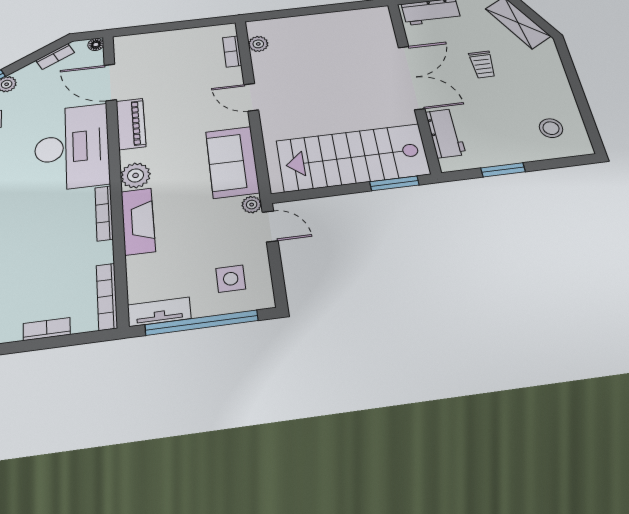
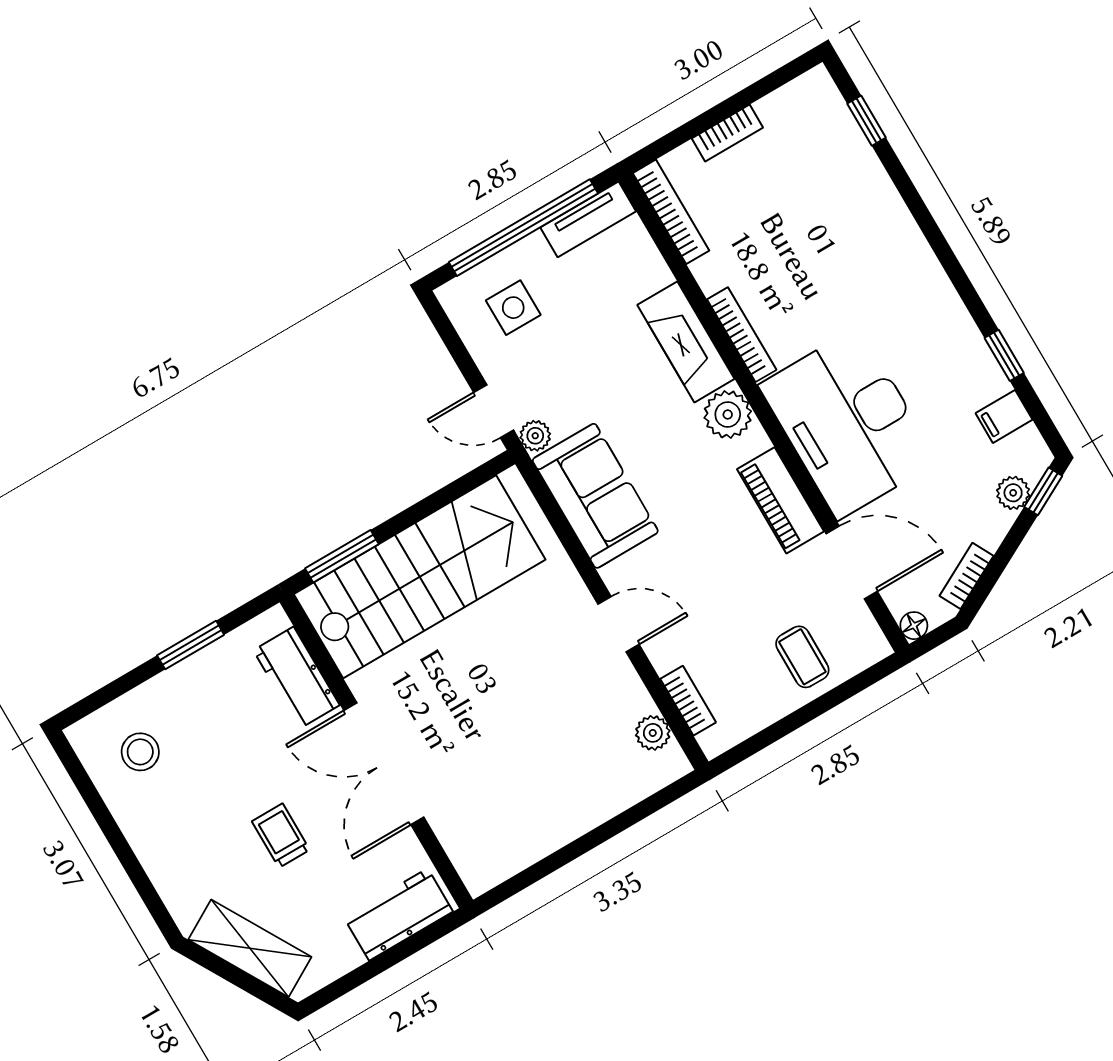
coffee table: (161, 50) -> (802, 657), added

